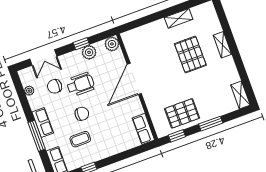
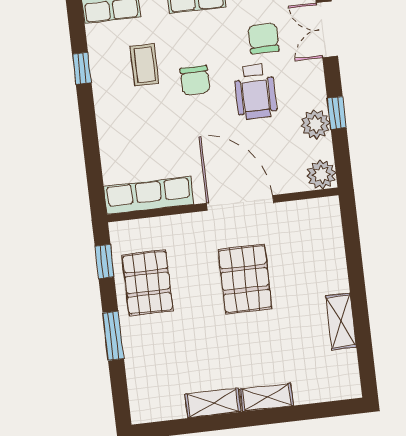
pallet: (190, 55) -> (245, 279), moved, turned 90
shelving: (240, 95) -> (213, 403), moved
row of seats: (143, 129) -> (149, 195), width x1.48

